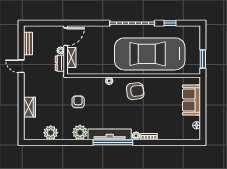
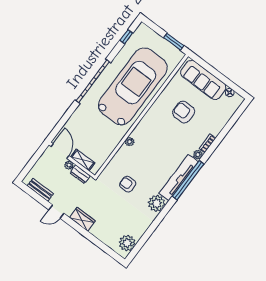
window: (170, 23) -> (126, 37), moved
car: (150, 54) -> (133, 86), turned 180
armchair: (135, 91) -> (184, 112), moved, turned -82
sofa: (191, 100) -> (203, 80), width x1.36
wardrobe: (29, 107) -> (82, 219), moved
plant: (51, 133) -> (127, 243), moved

